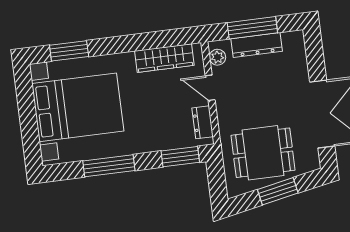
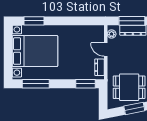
wardrobe: (164, 58) -> (84, 31), removed
window: (109, 166) -> (36, 84), moved

